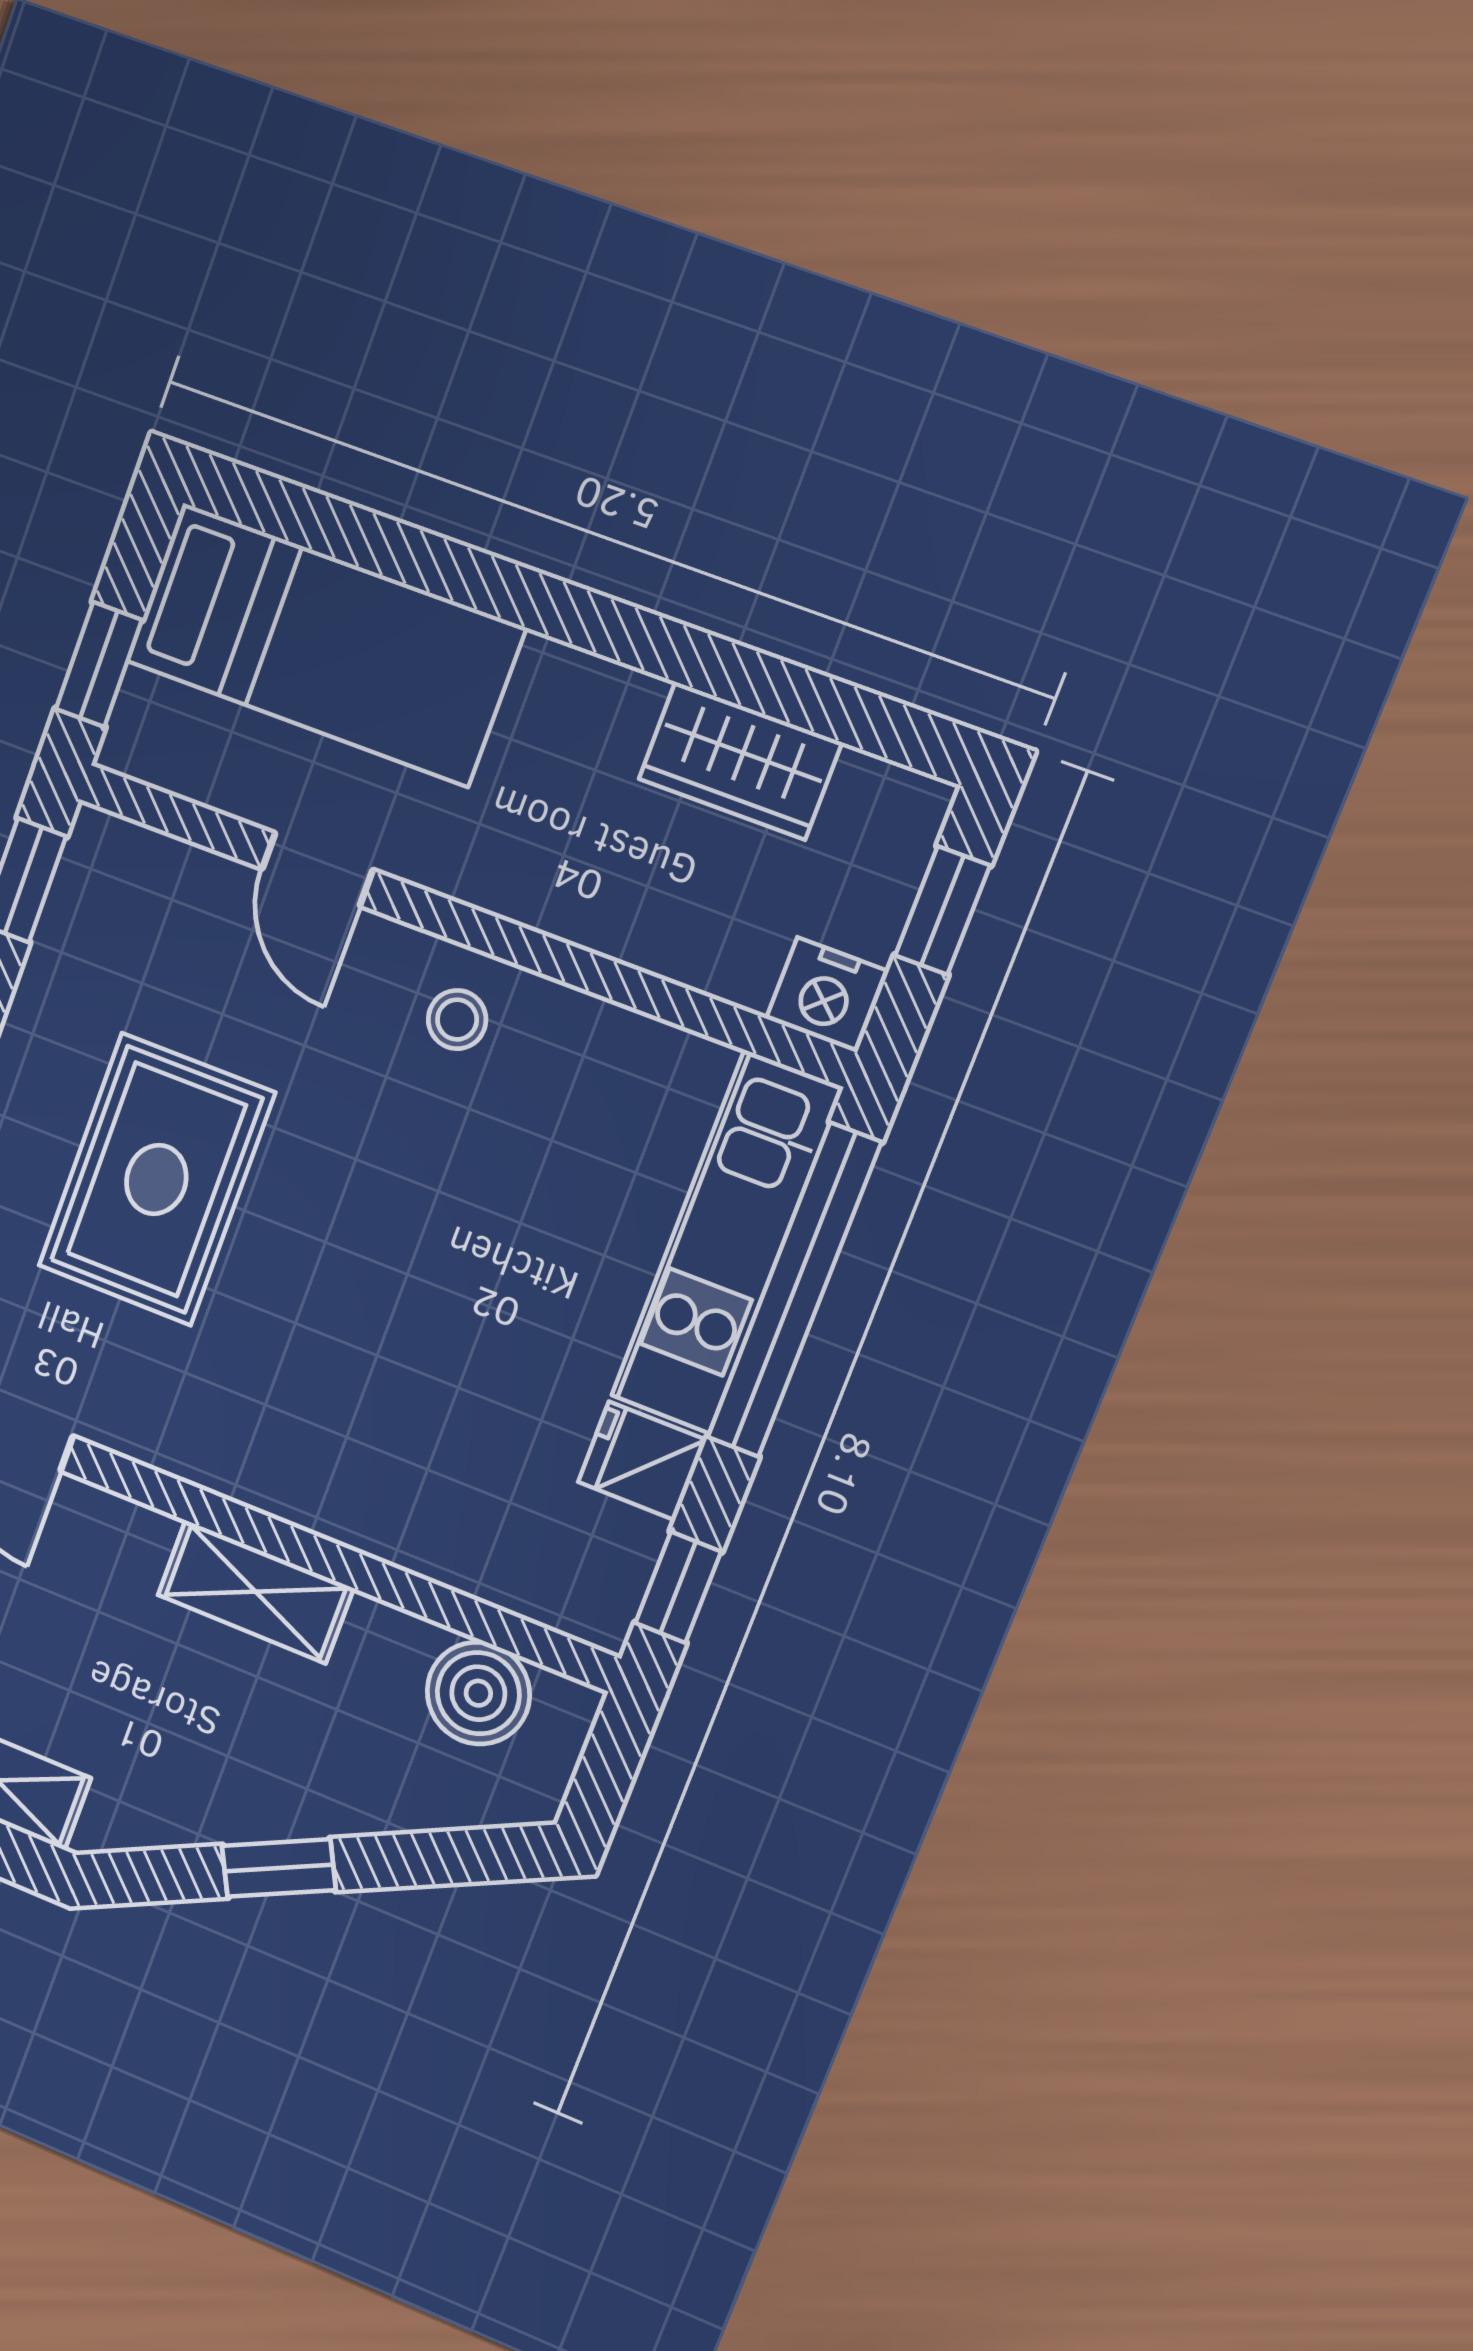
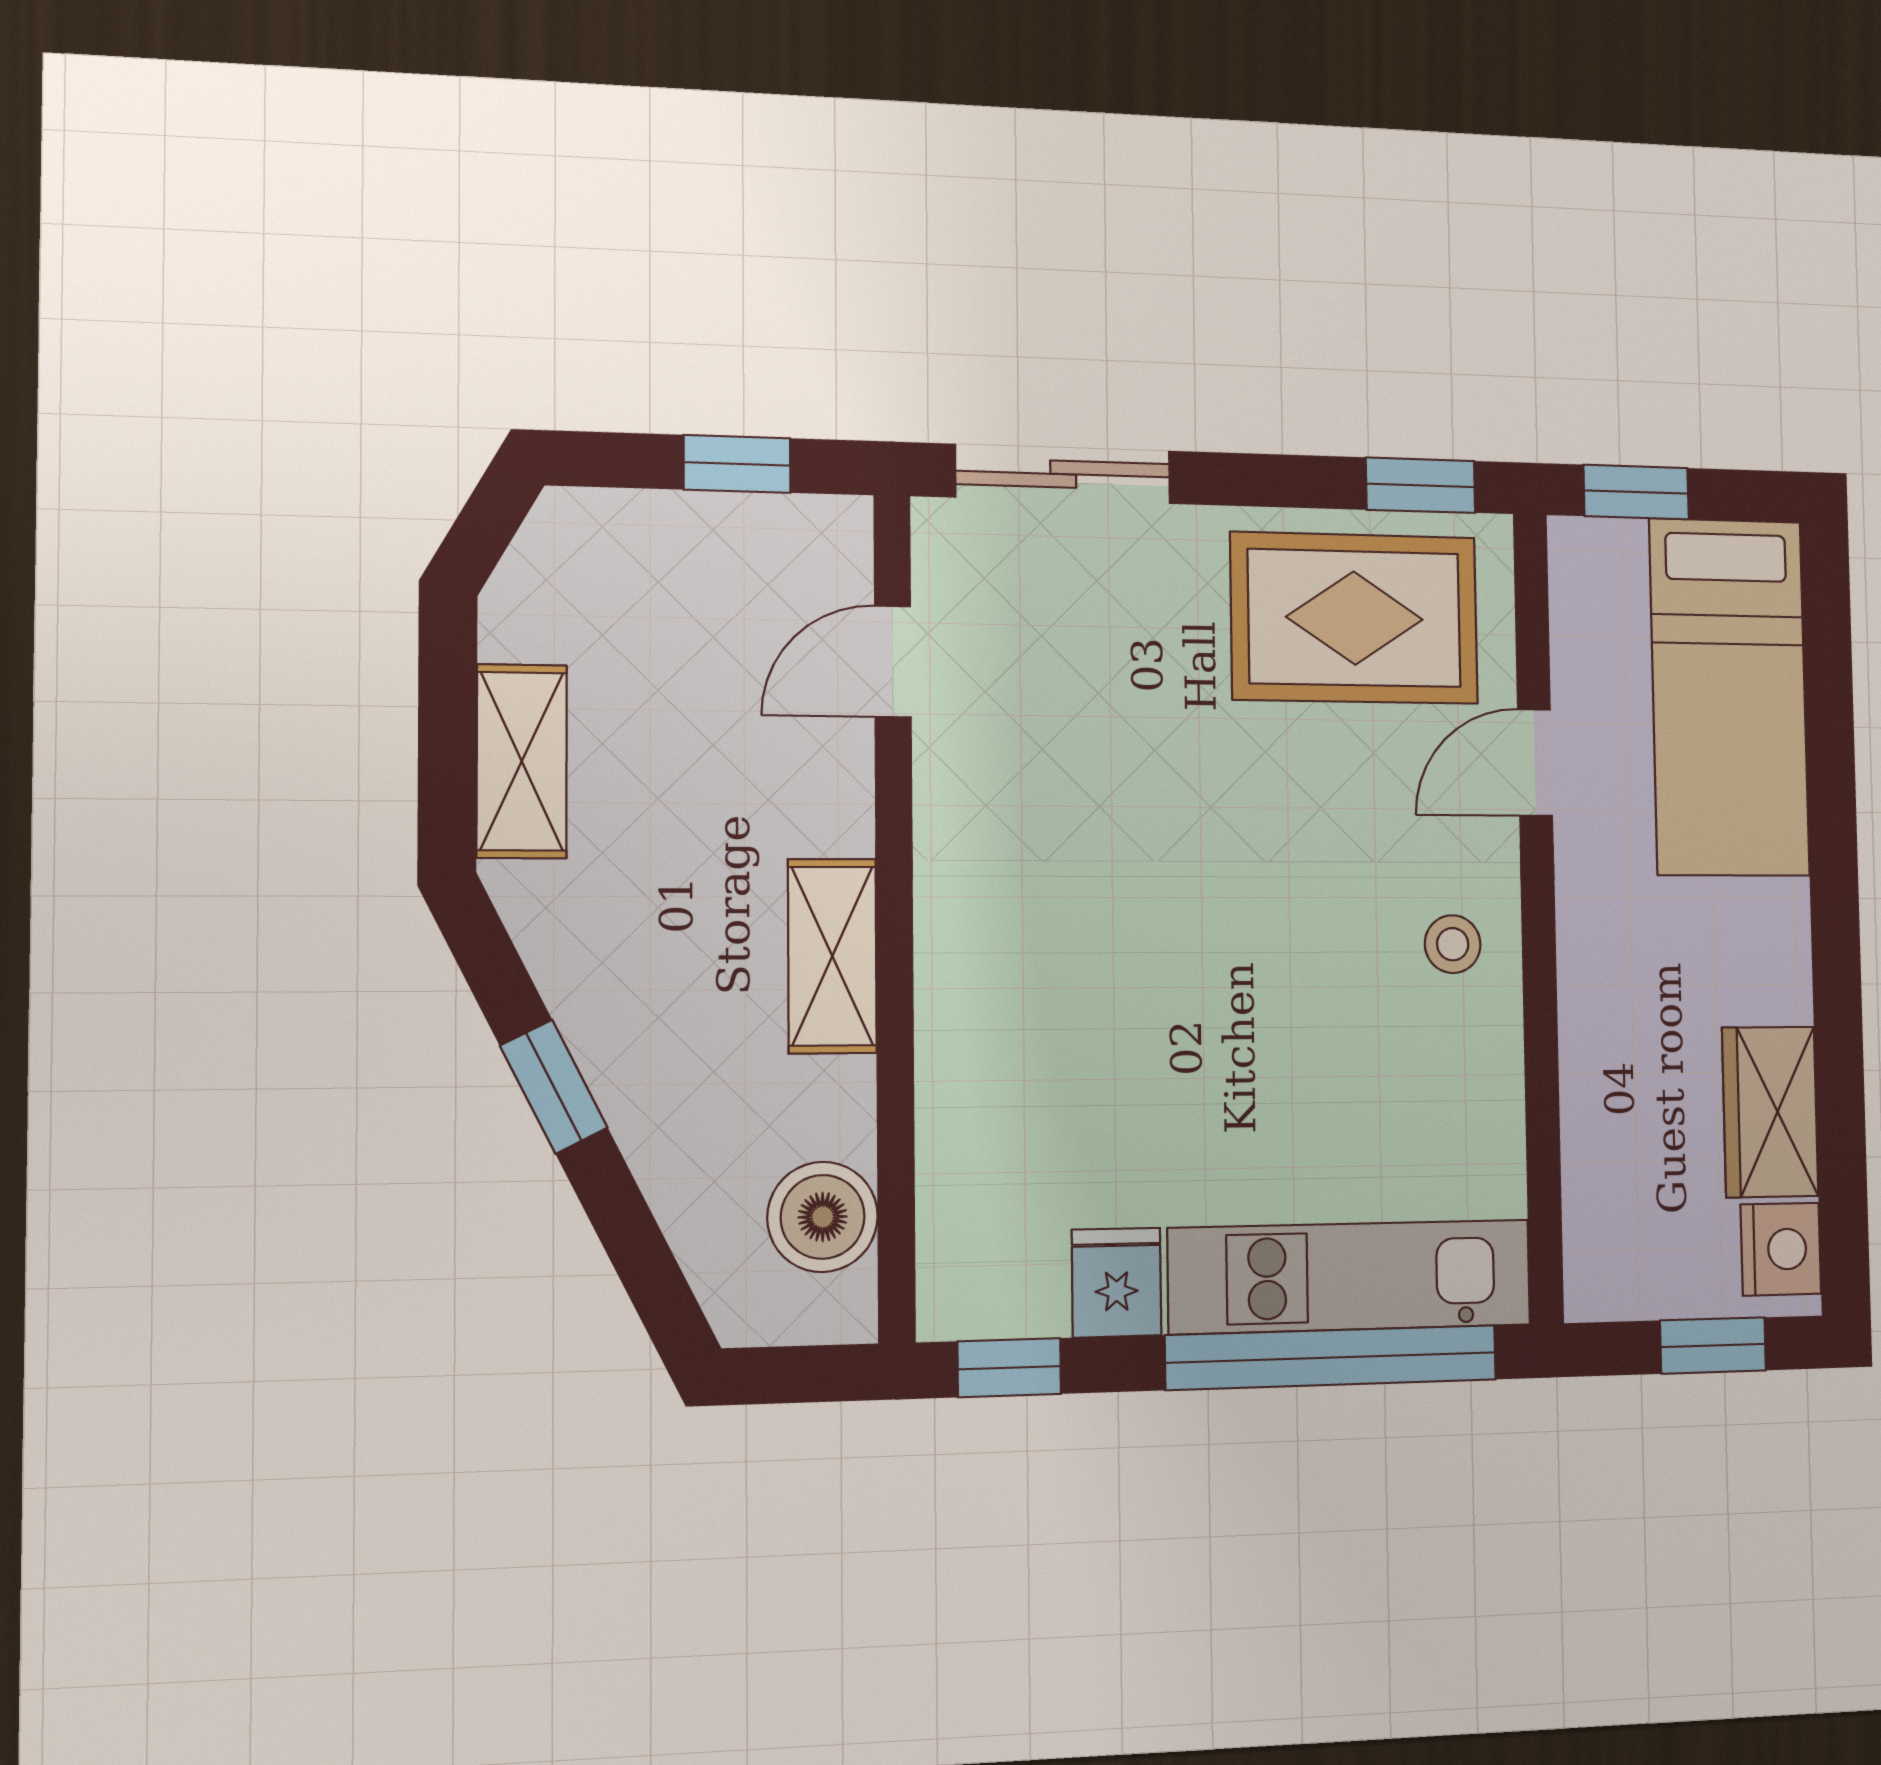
nightstand: (826, 995) -> (1781, 1249), moved, turned 180
rug: (156, 1180) -> (1355, 618), moved

